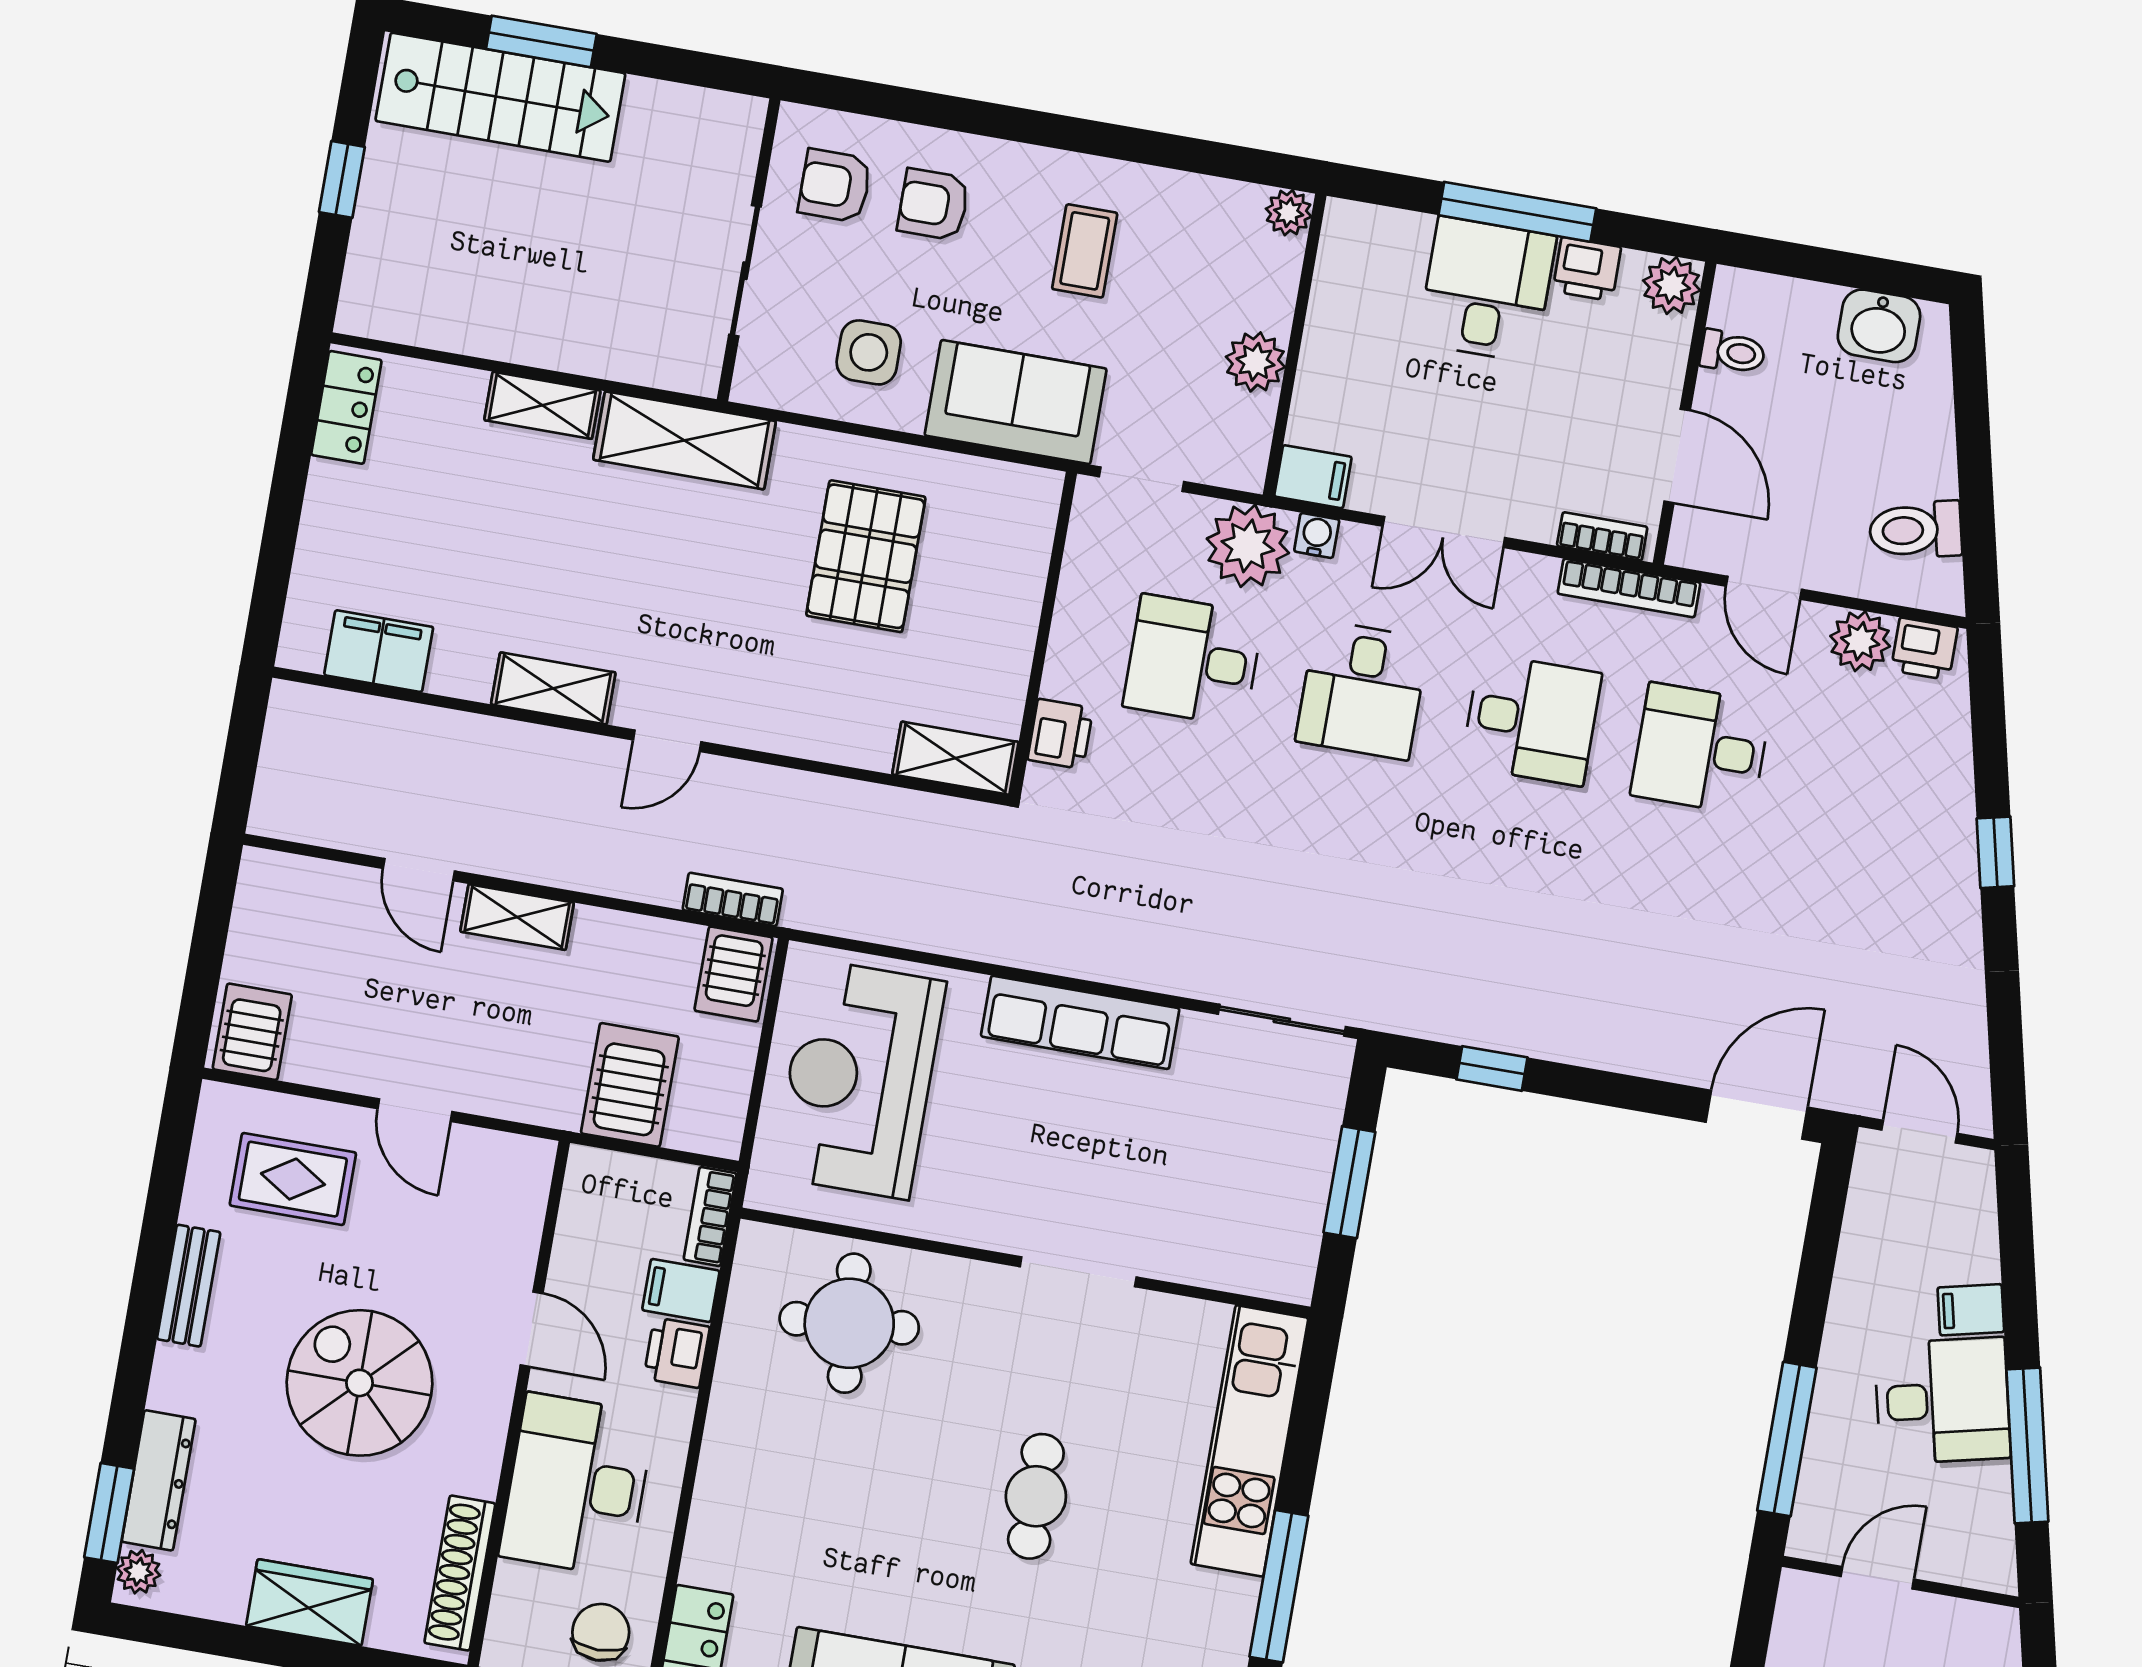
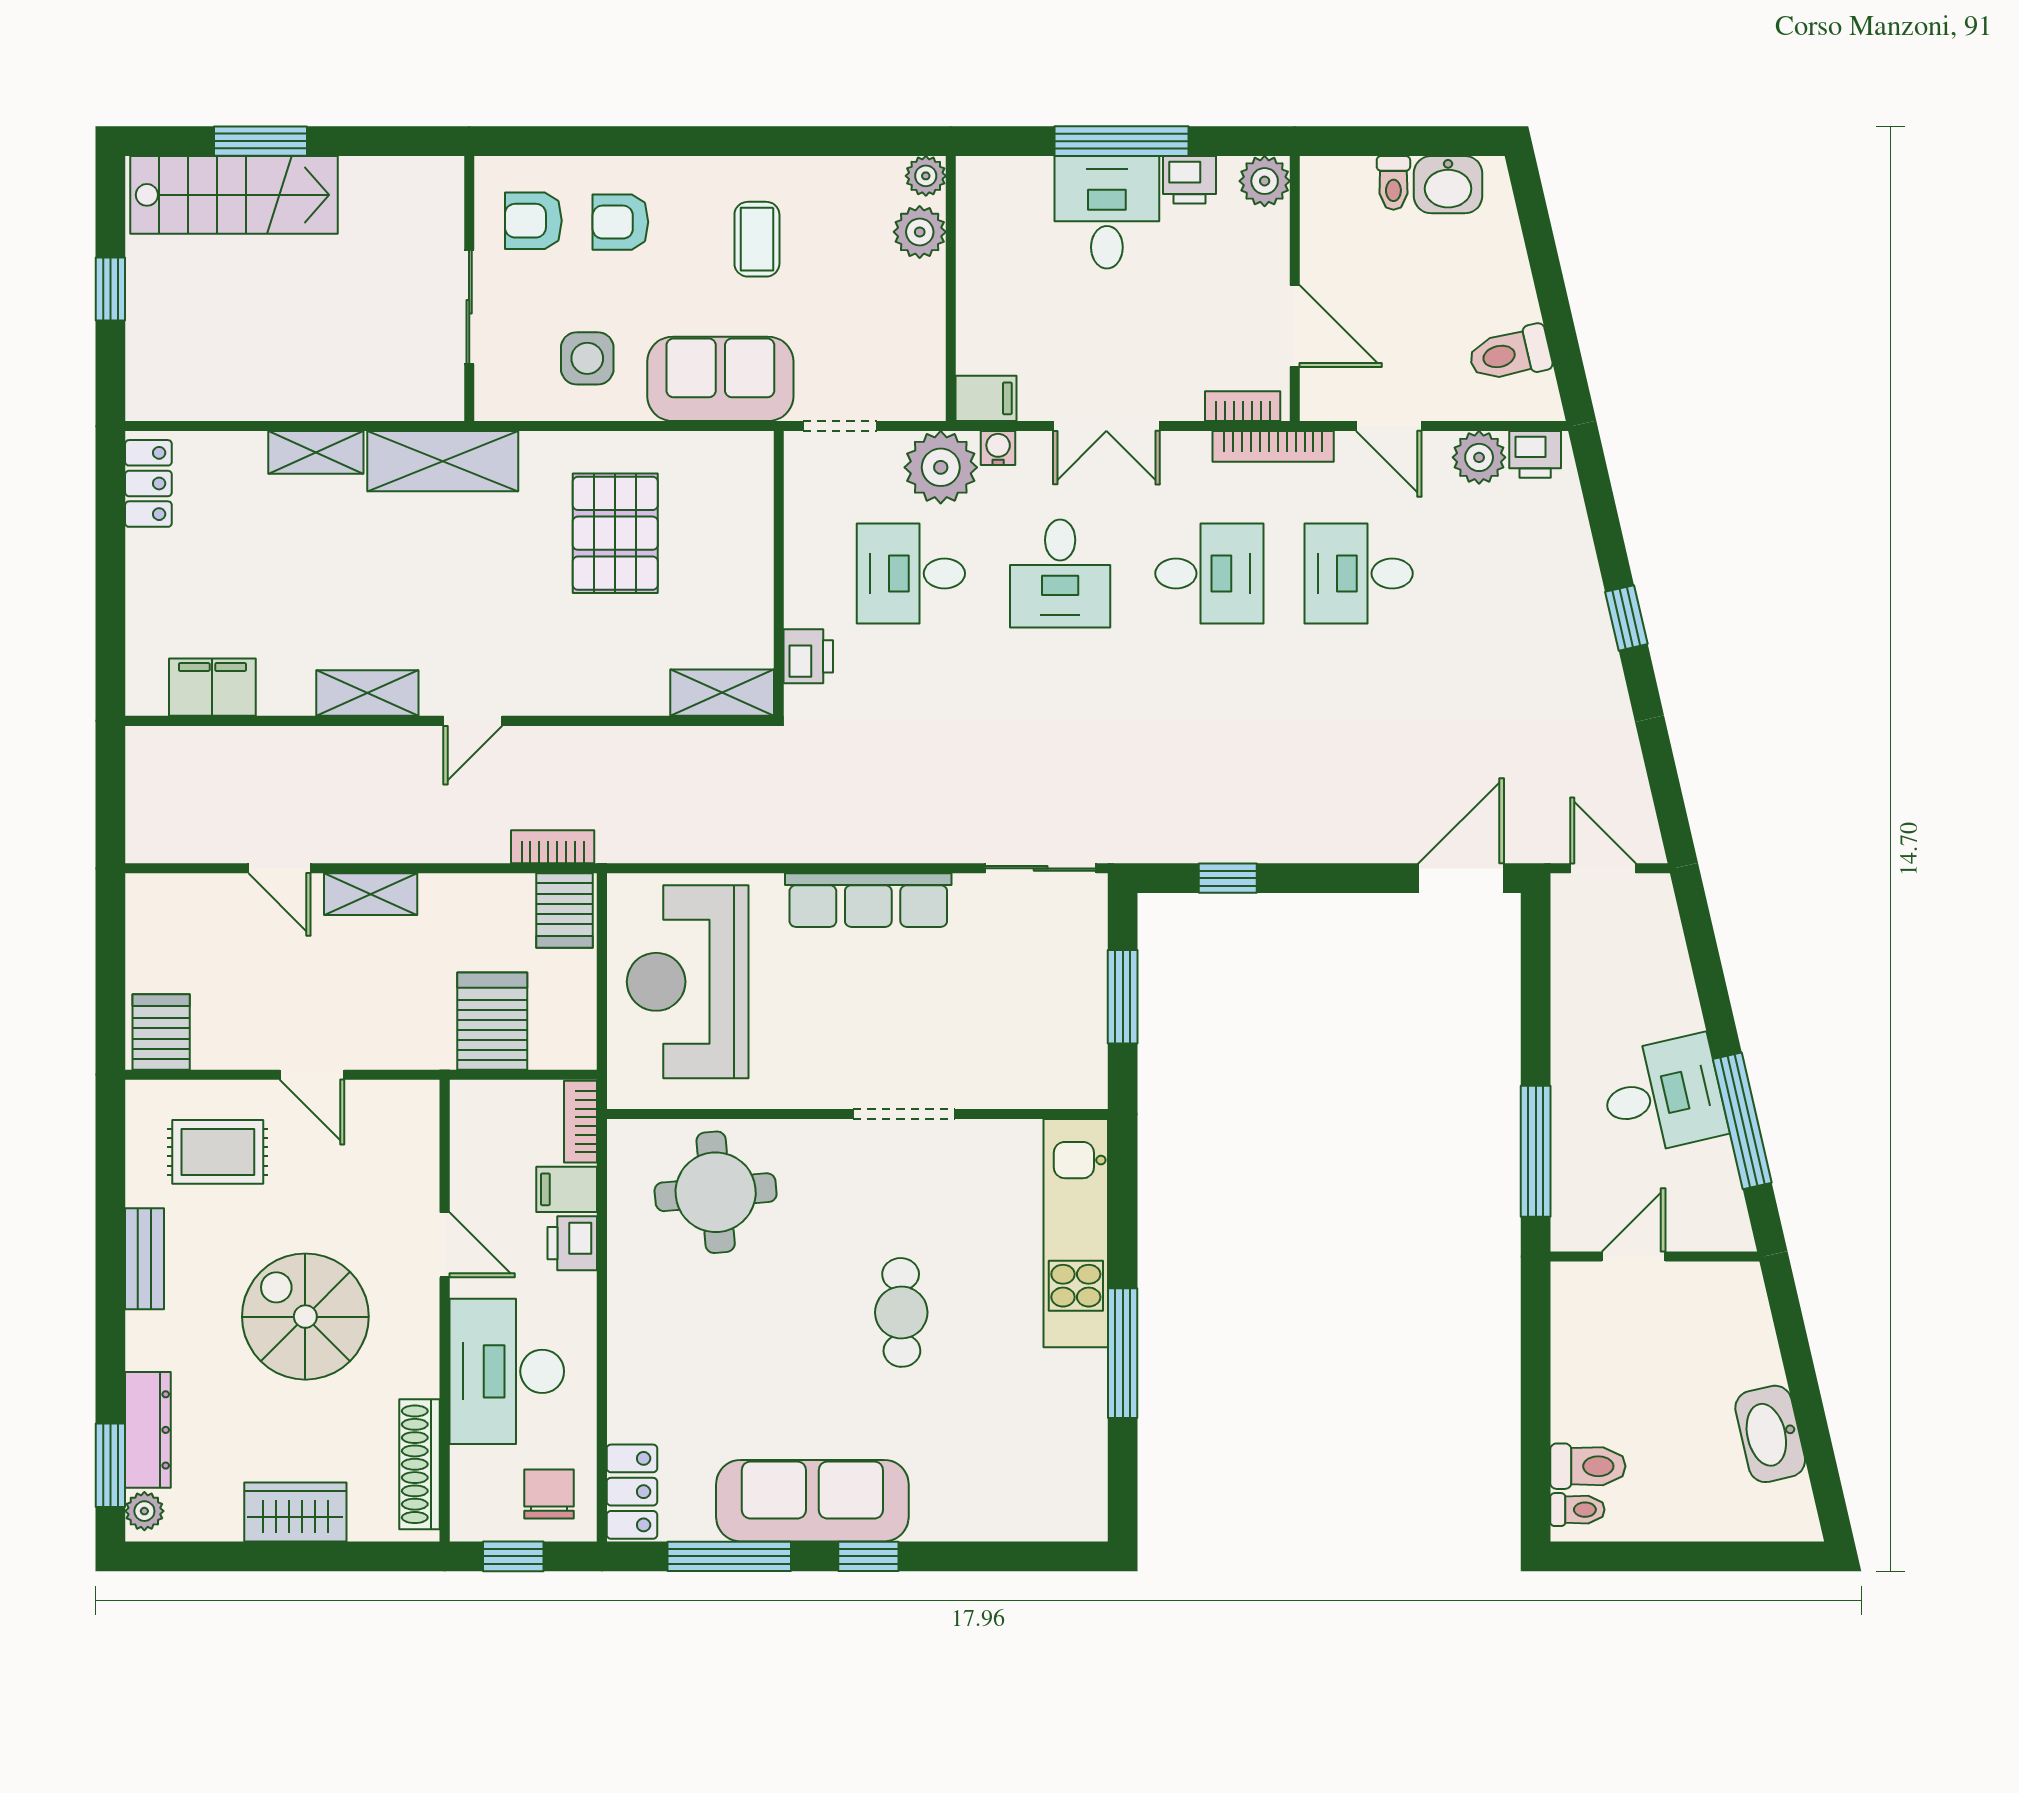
toilet: (1733, 352) -> (1393, 183), moved, turned 90
plant: (1255, 362) -> (920, 232), moved
filing cabinet: (1971, 1310) -> (1674, 1013), removed

